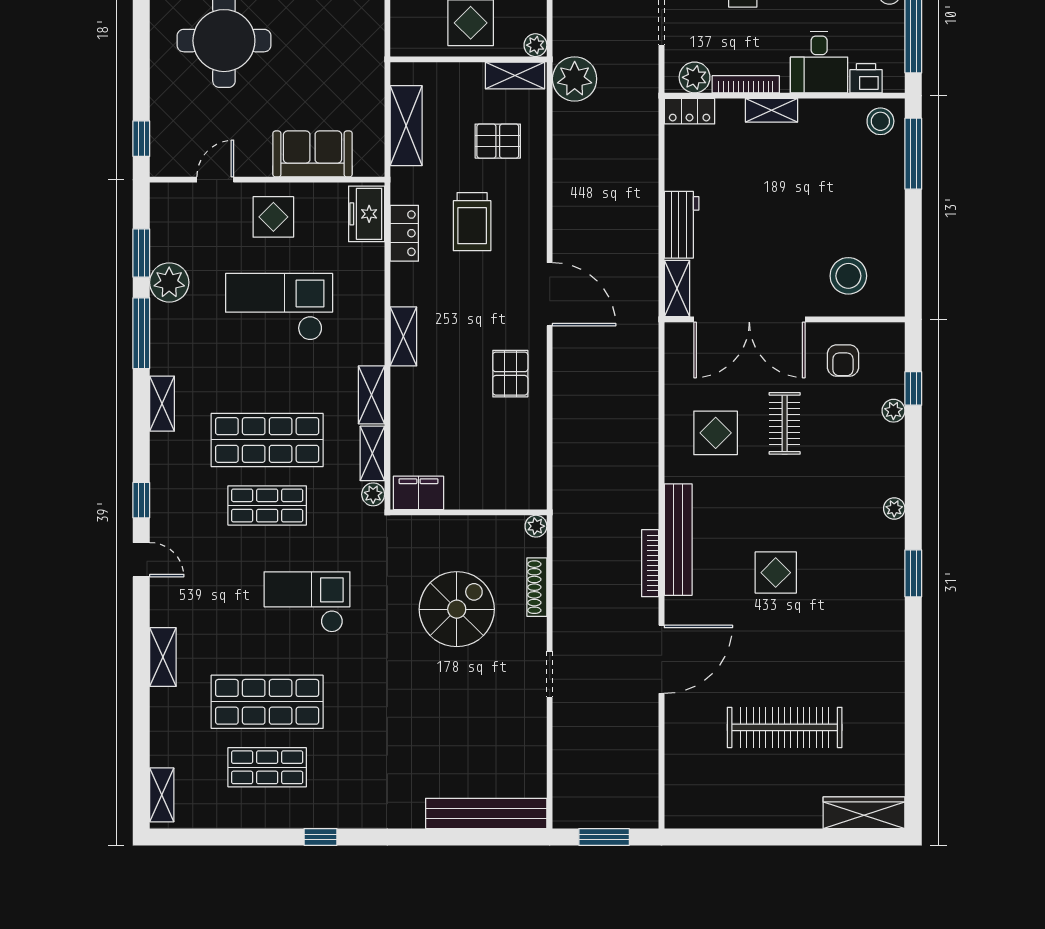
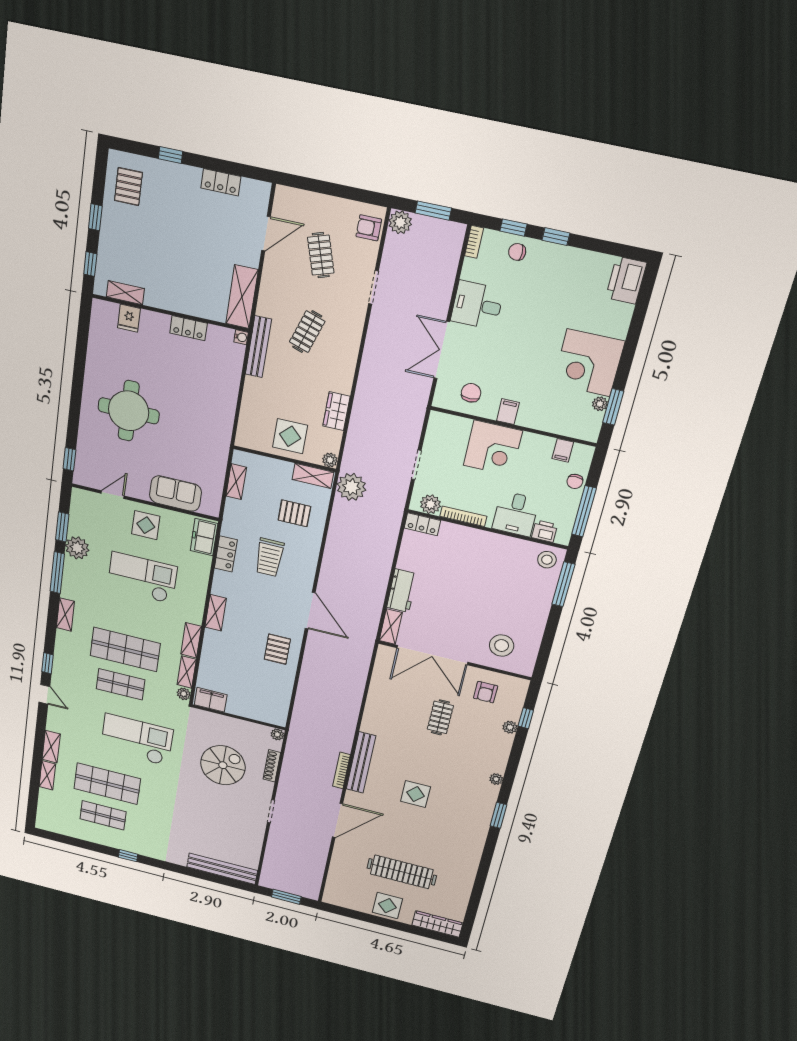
shelving: (772, 110) -> (476, 536), removed
shelving: (406, 126) -> (236, 482), width x0.67, depth x0.75
display table: (716, 433) -> (387, 906), moved
checkout: (307, 602) -> (137, 740), width x1.36, depth x1.21
shelving: (162, 795) -> (47, 775), moved

